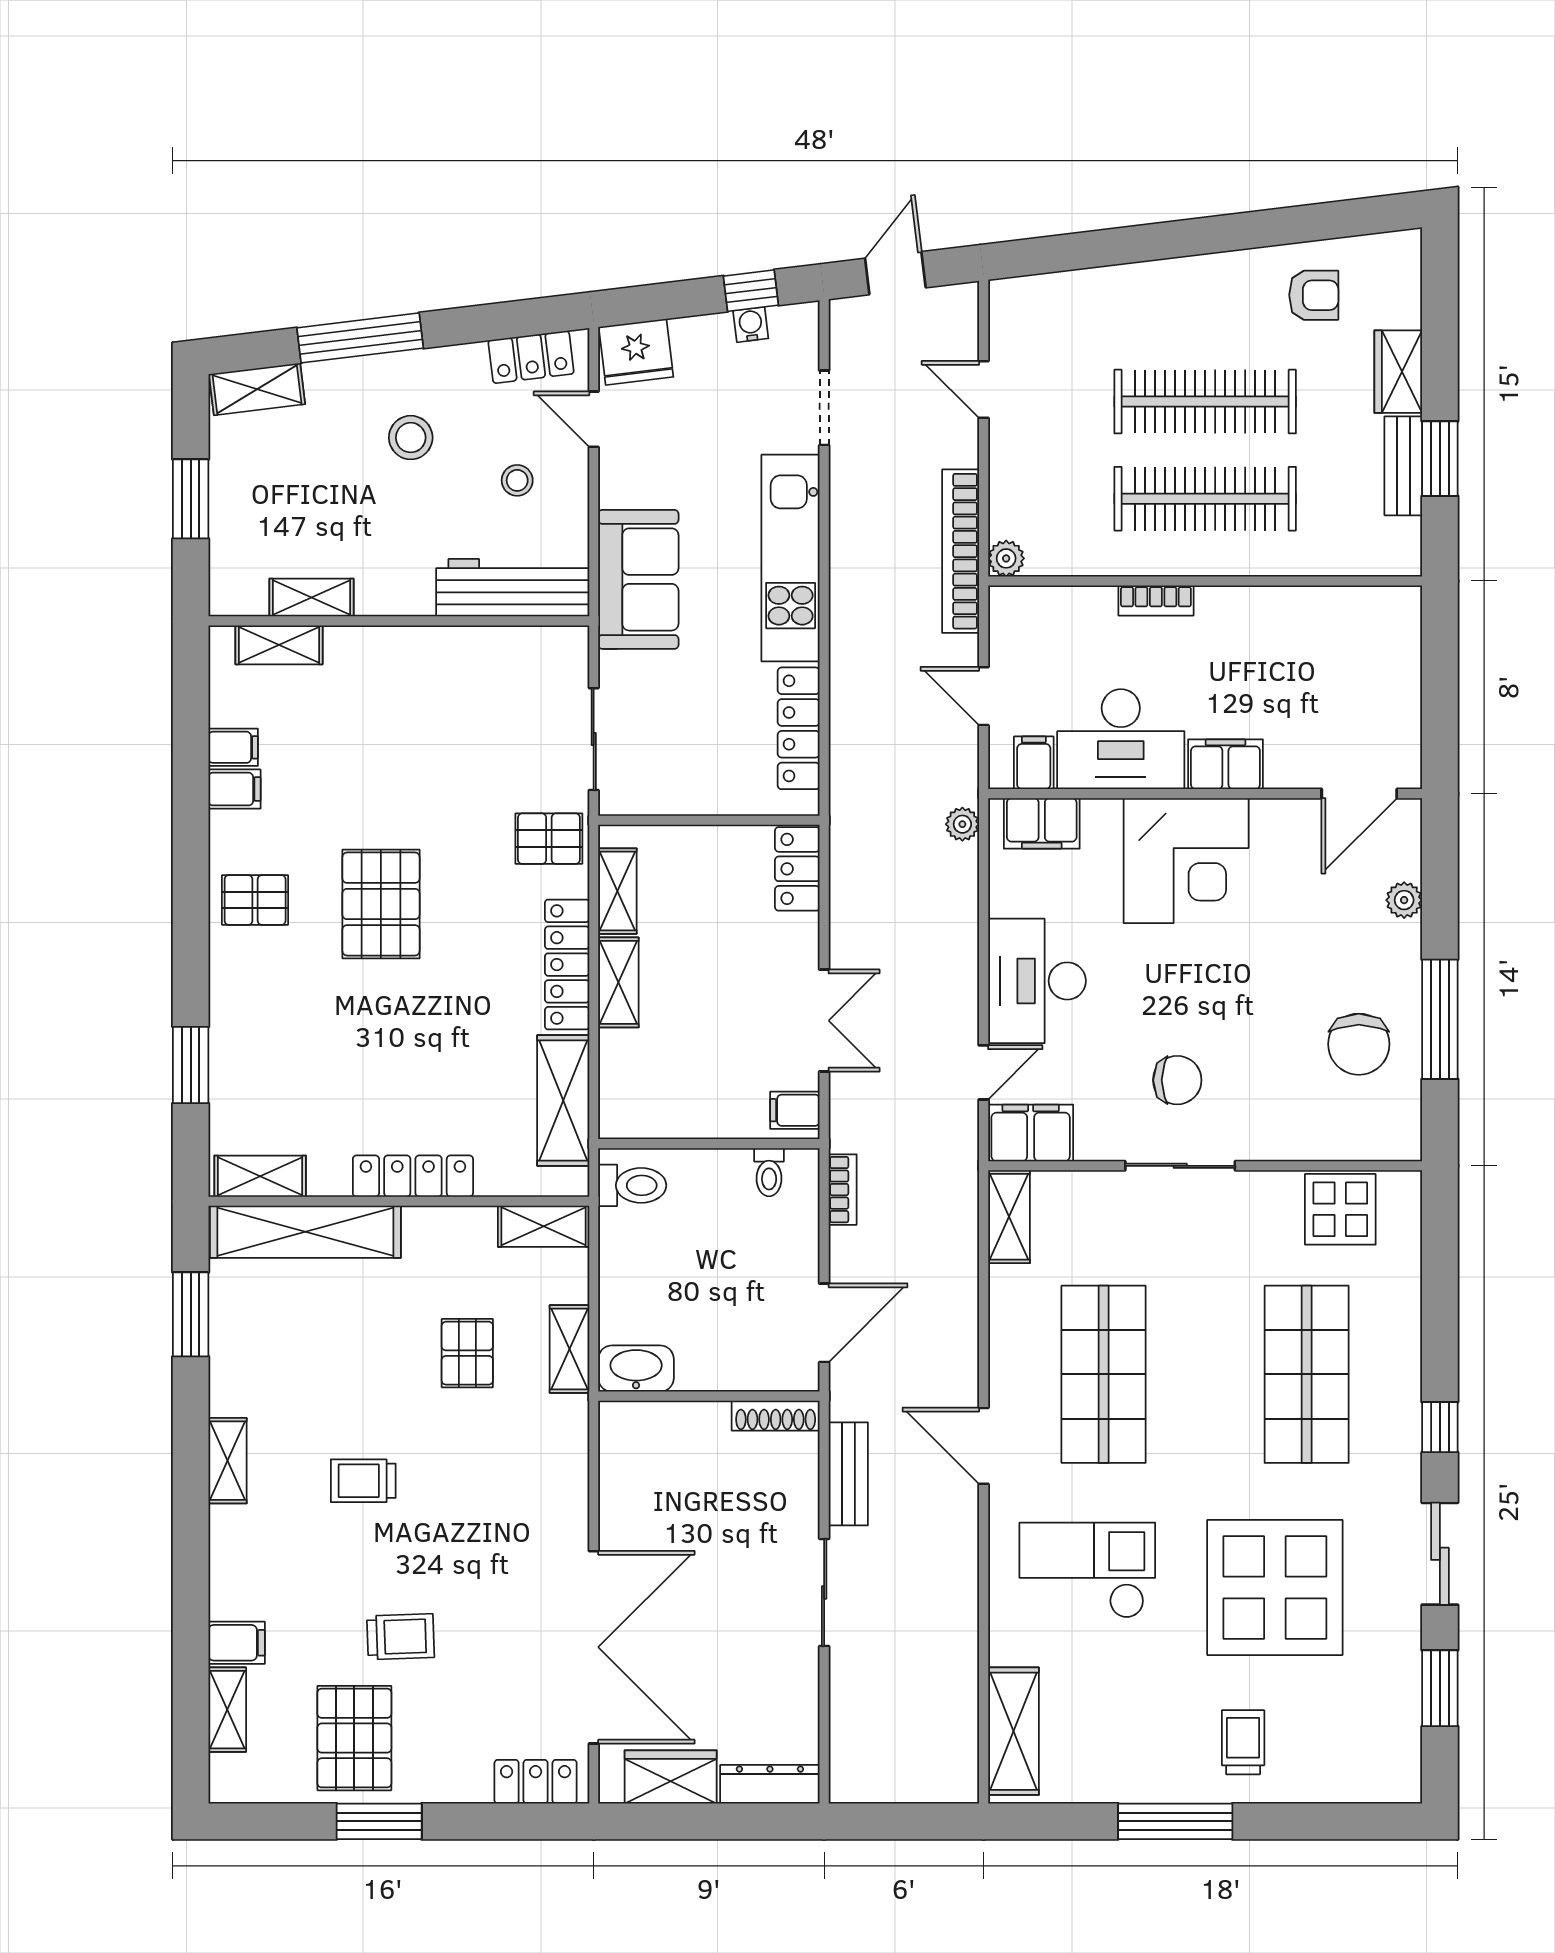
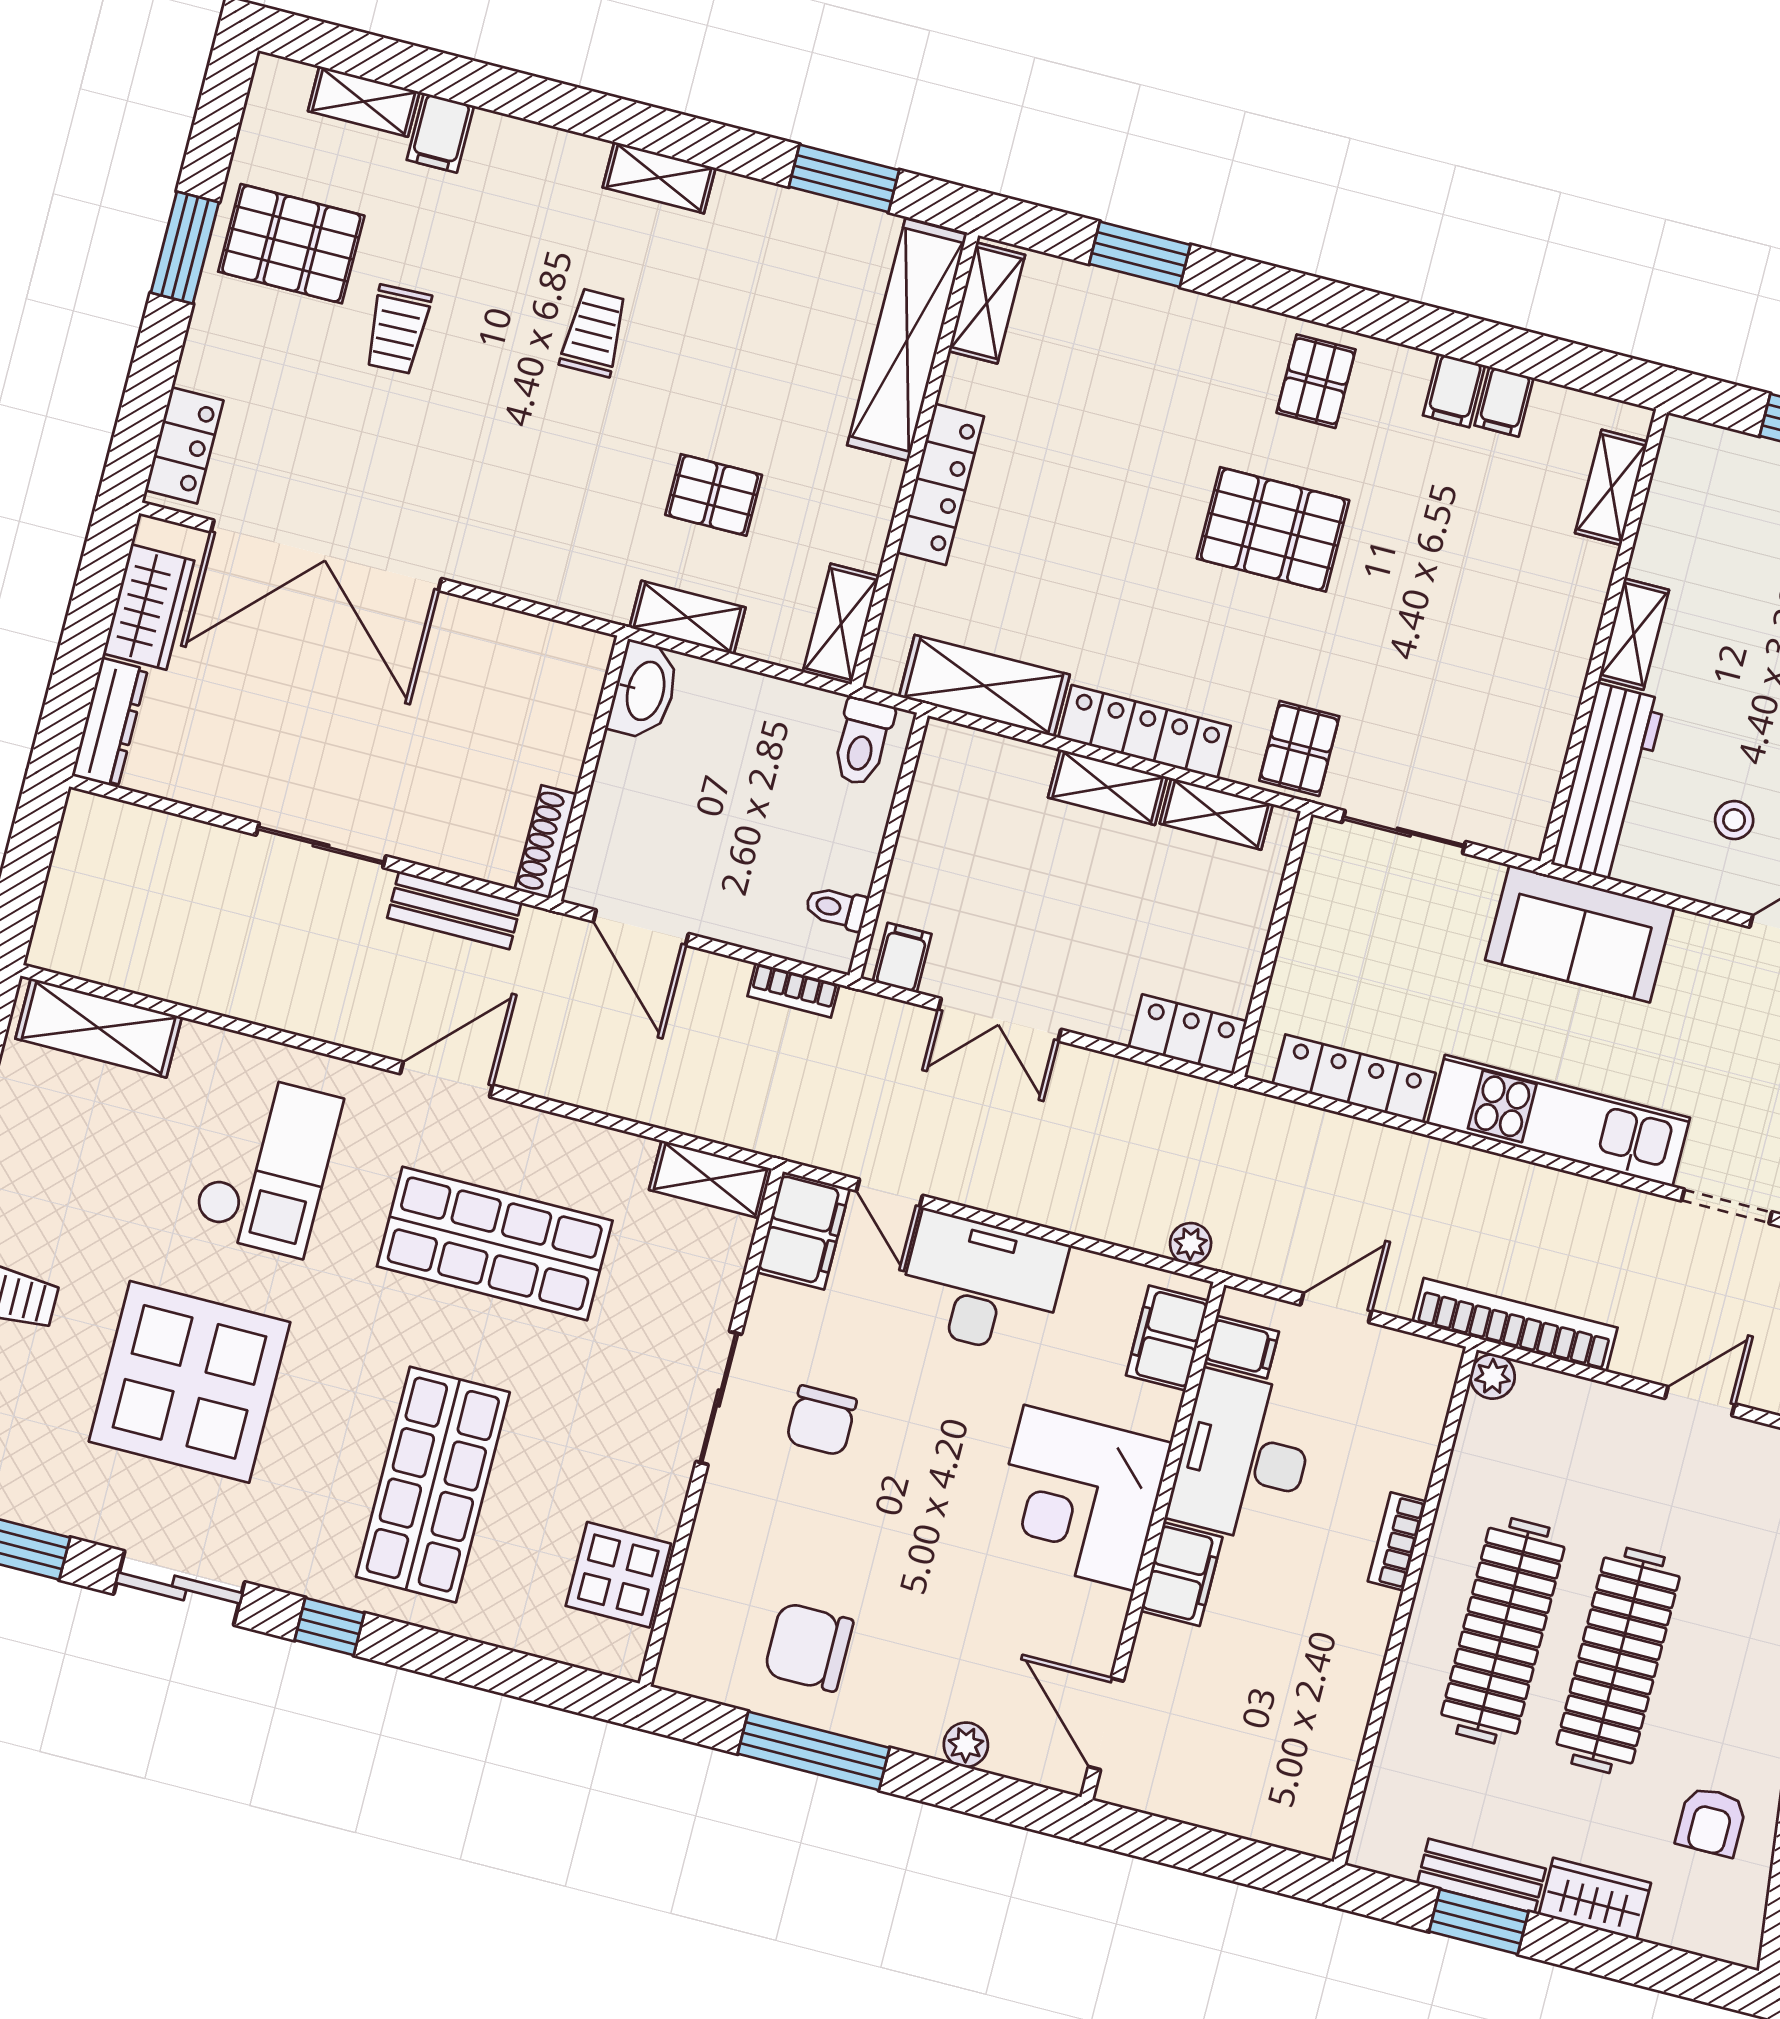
shelving: (312, 597) -> (1634, 634), moved
shop shelf: (1307, 1374) -> (433, 1485), turned 90

